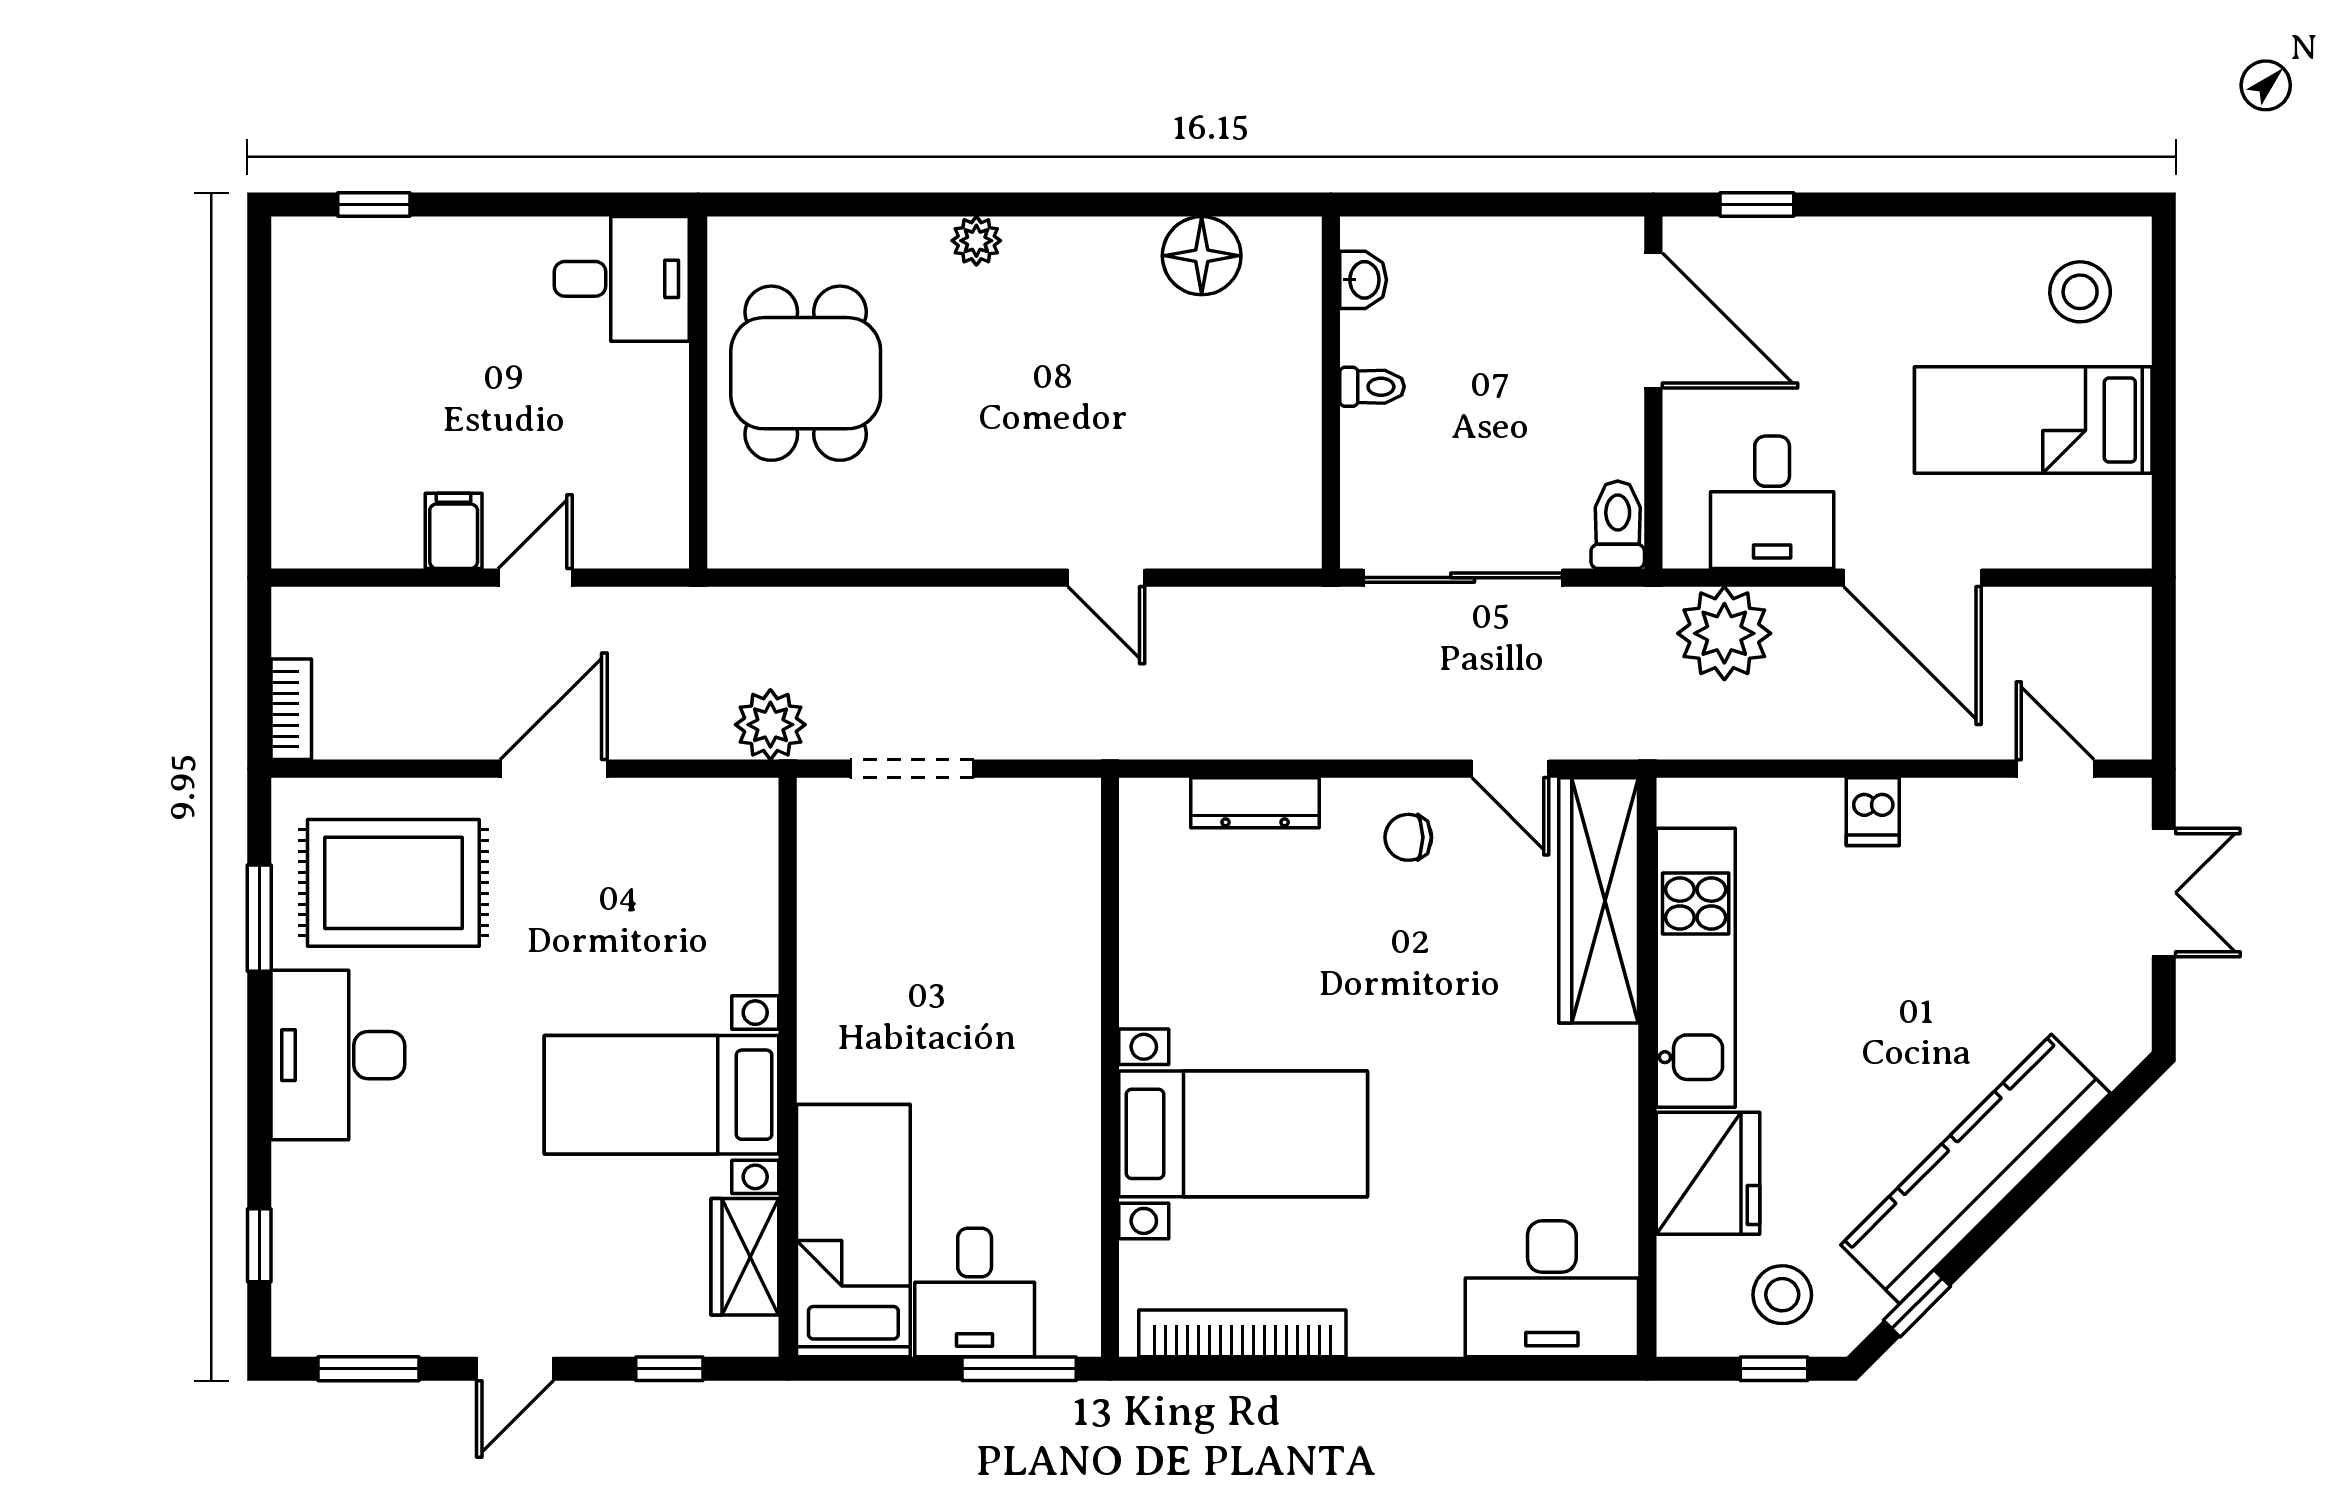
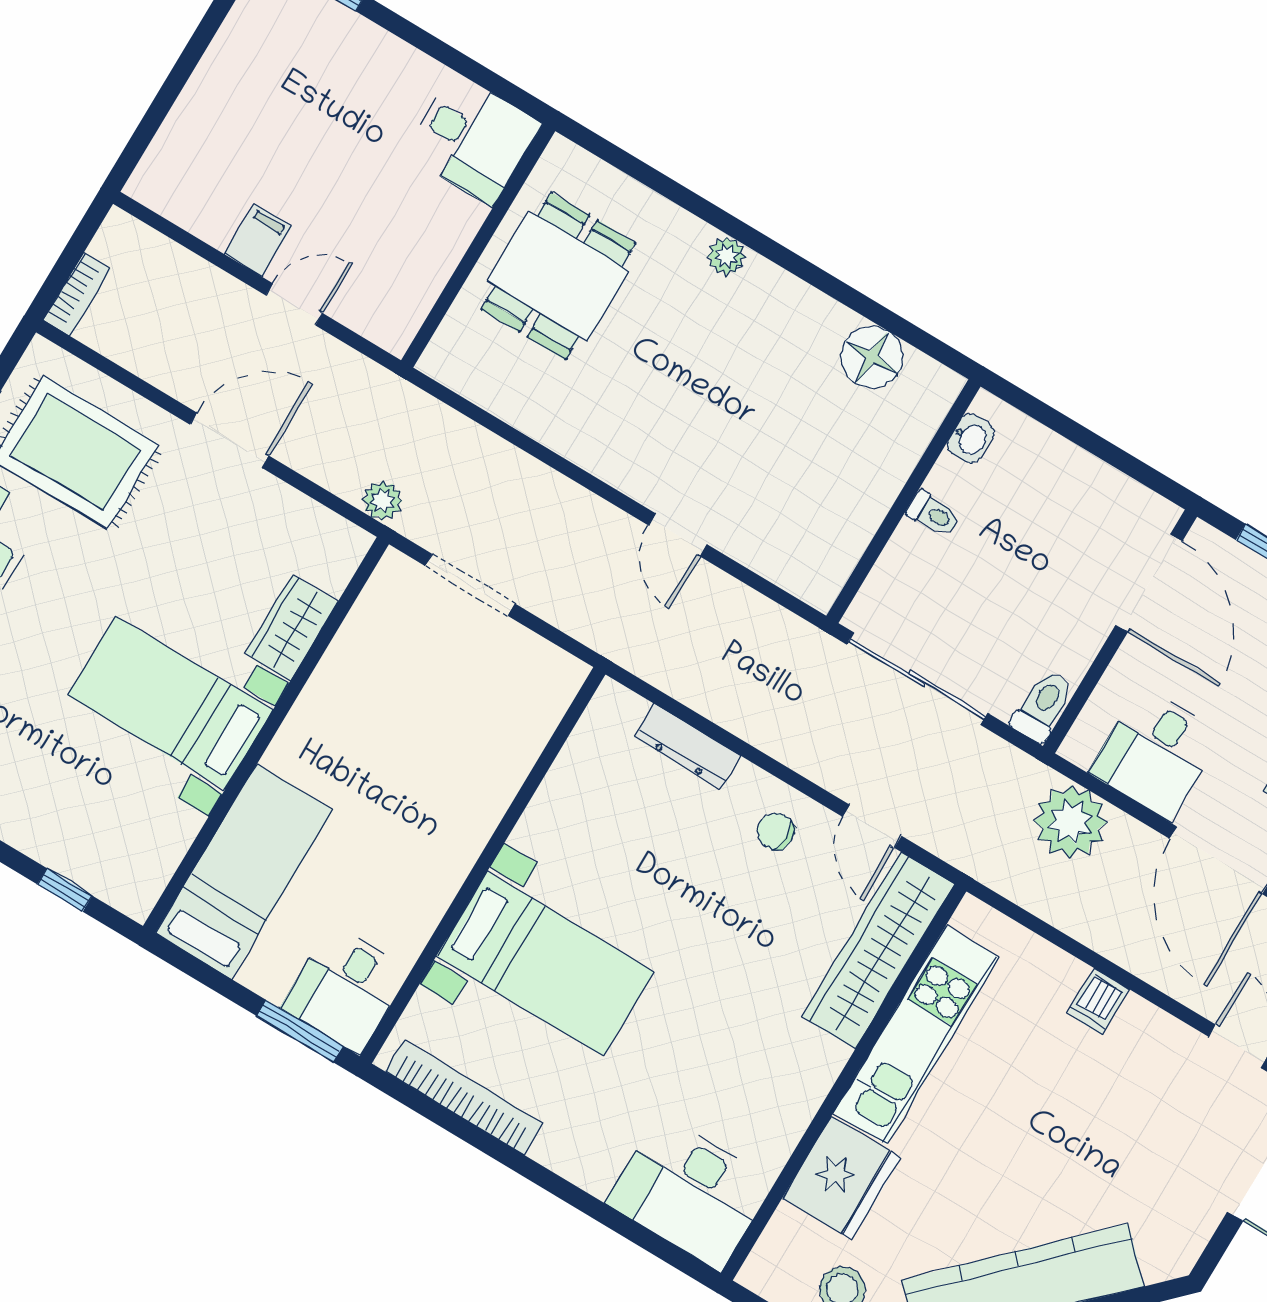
plant: (770, 725) -> (382, 501), width x0.73, depth x0.73
wardrobe: (745, 1257) -> (292, 627), moved
desk: (975, 1292) -> (346, 989), moved

